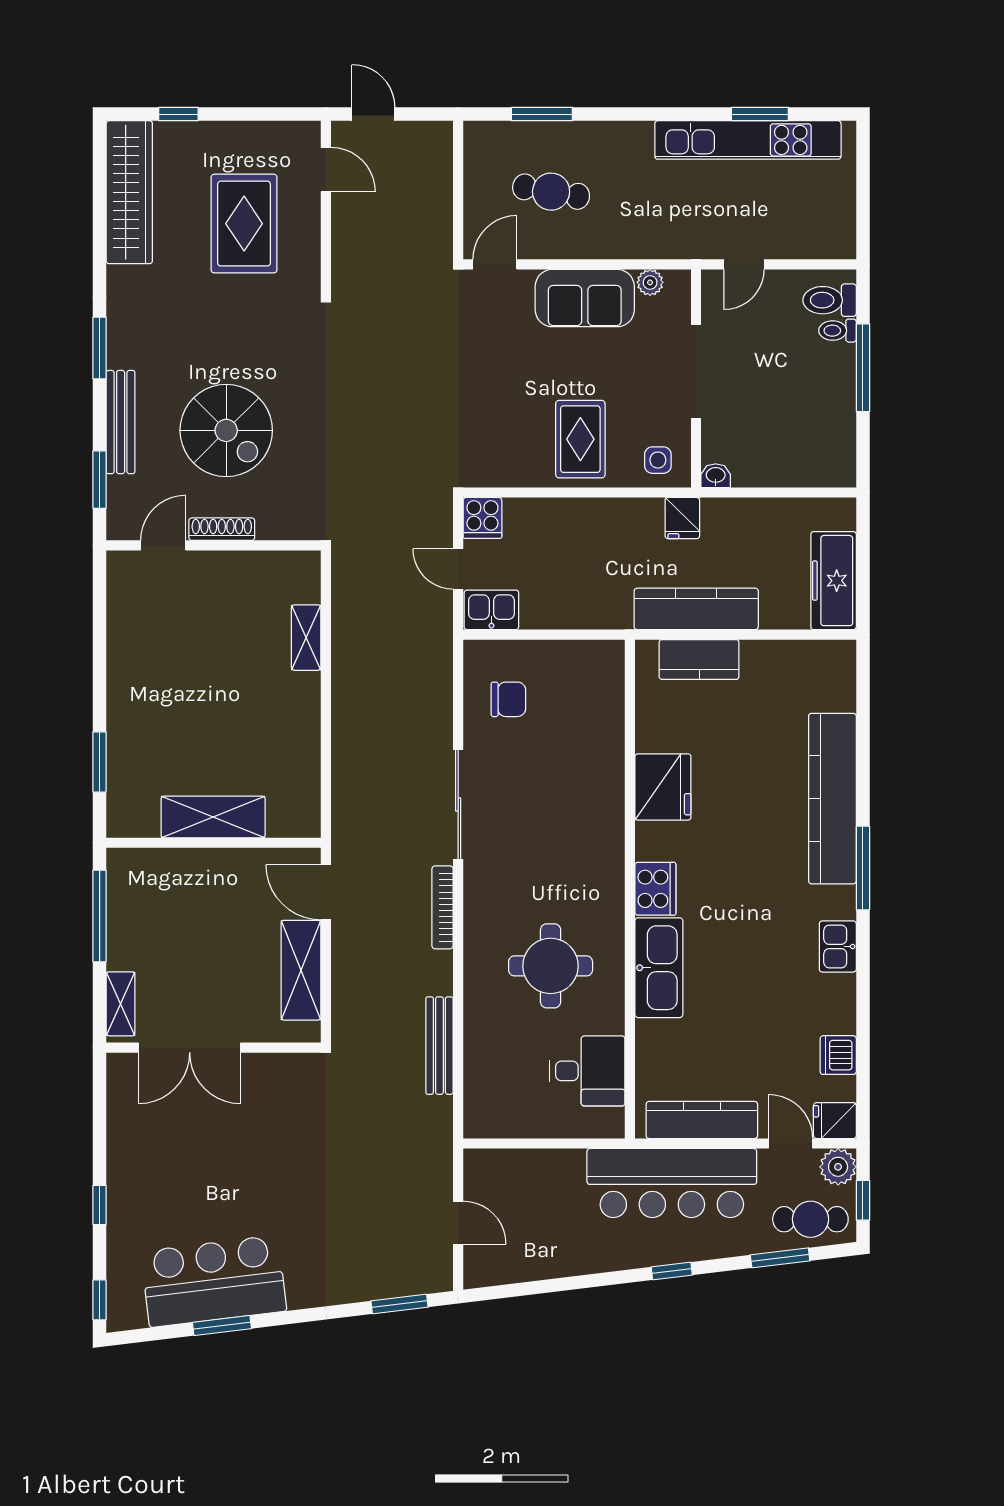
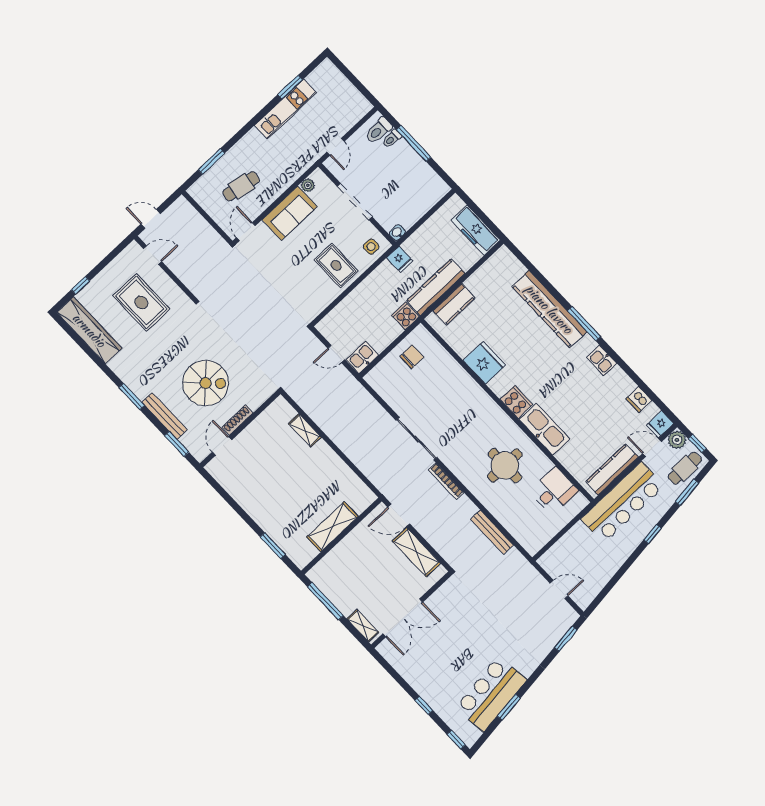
kitchen unit: (748, 140) -> (286, 109), width x0.73
cooker: (482, 518) -> (405, 316), moved, turned 180
chair: (508, 699) -> (412, 357), moved

